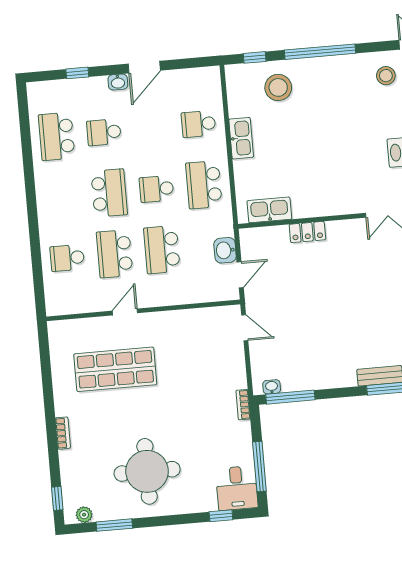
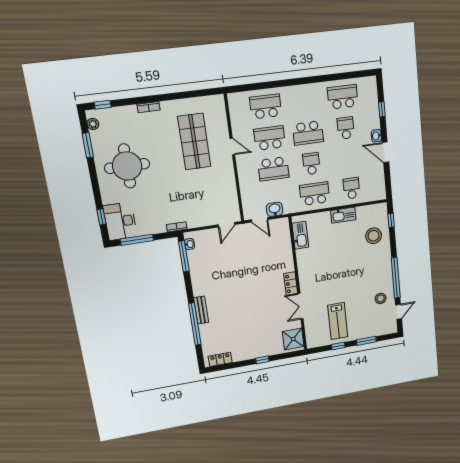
window: (320, 52) -> (396, 278), moved
locker: (307, 232) -> (291, 283), moved
school desk: (162, 250) -> (273, 169), turned 180
school desk: (67, 258) -> (266, 106), width x1.85
desk: (237, 488) -> (120, 221), width x1.37

